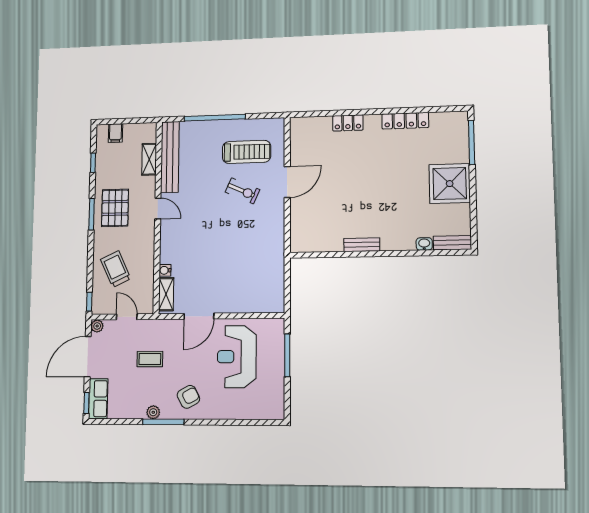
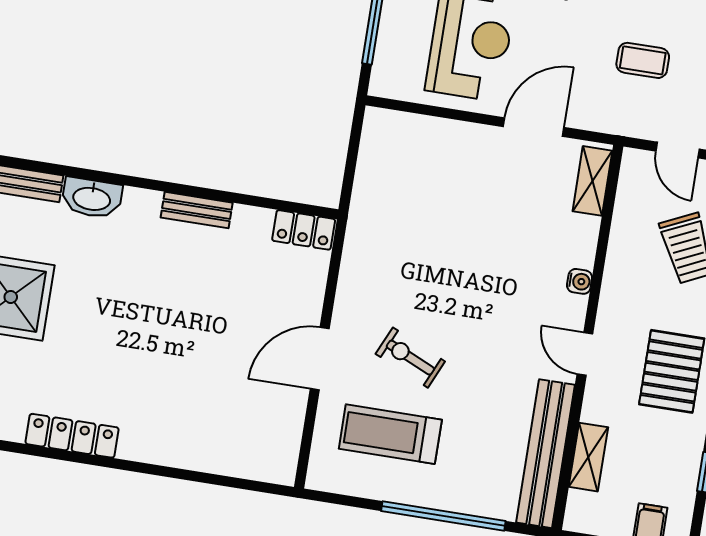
locker: (348, 123) -> (304, 230), moved, turned 180
washbasin: (424, 244) -> (92, 198), width x1.91, depth x1.45
water cooler: (165, 270) -> (580, 281), moved

